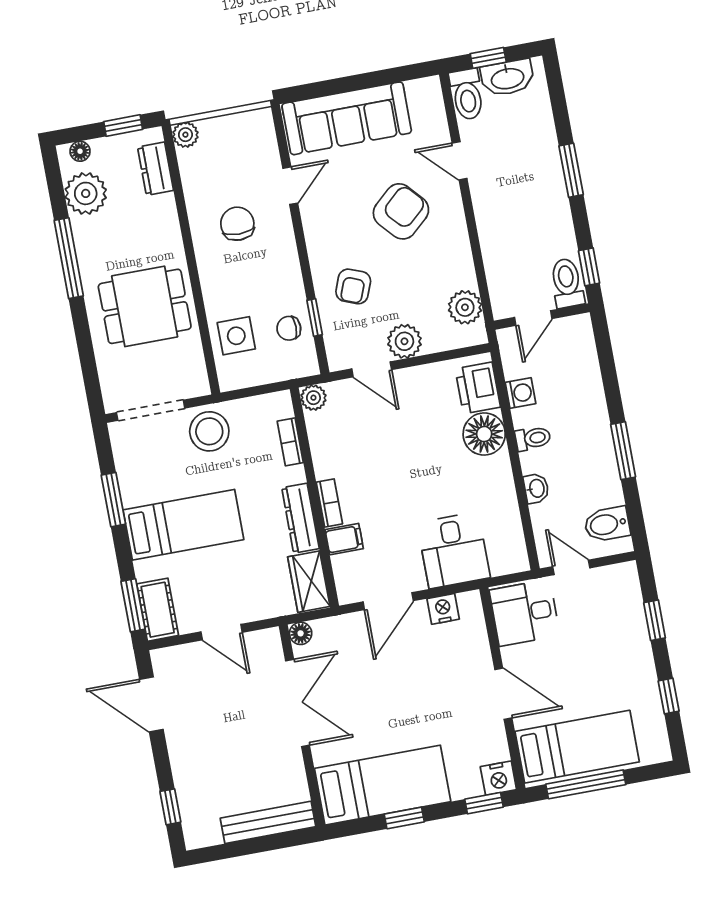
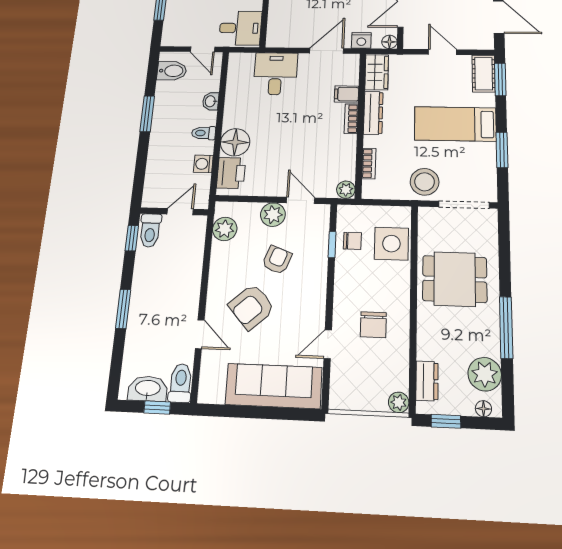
armchair: (353, 286) -> (277, 260), moved
side table: (236, 336) -> (391, 244), width x1.37, depth x1.37
nightstand: (443, 609) -> (361, 40), moved

